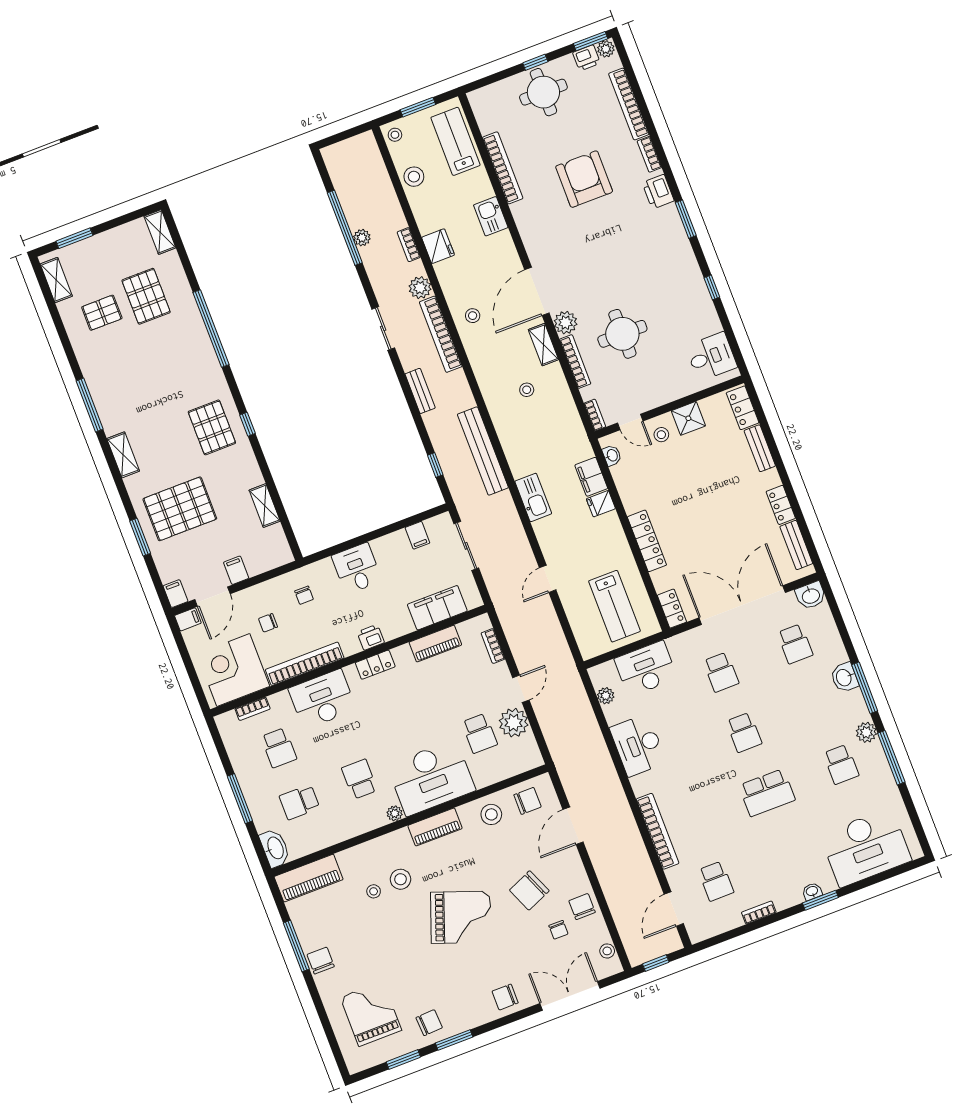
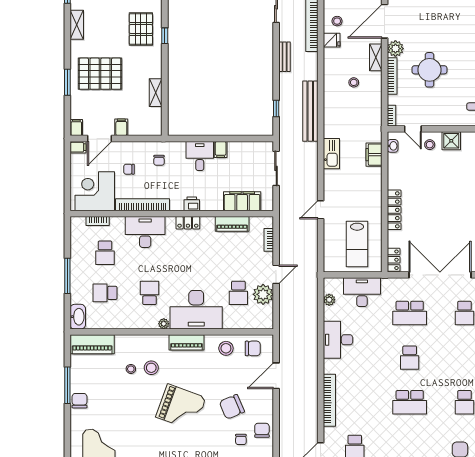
fridge: (601, 504) -> (332, 40), moved, turned 180
filing cabinet: (417, 535) -> (221, 150), moved
school desk: (721, 672) -> (410, 313), width x1.85

